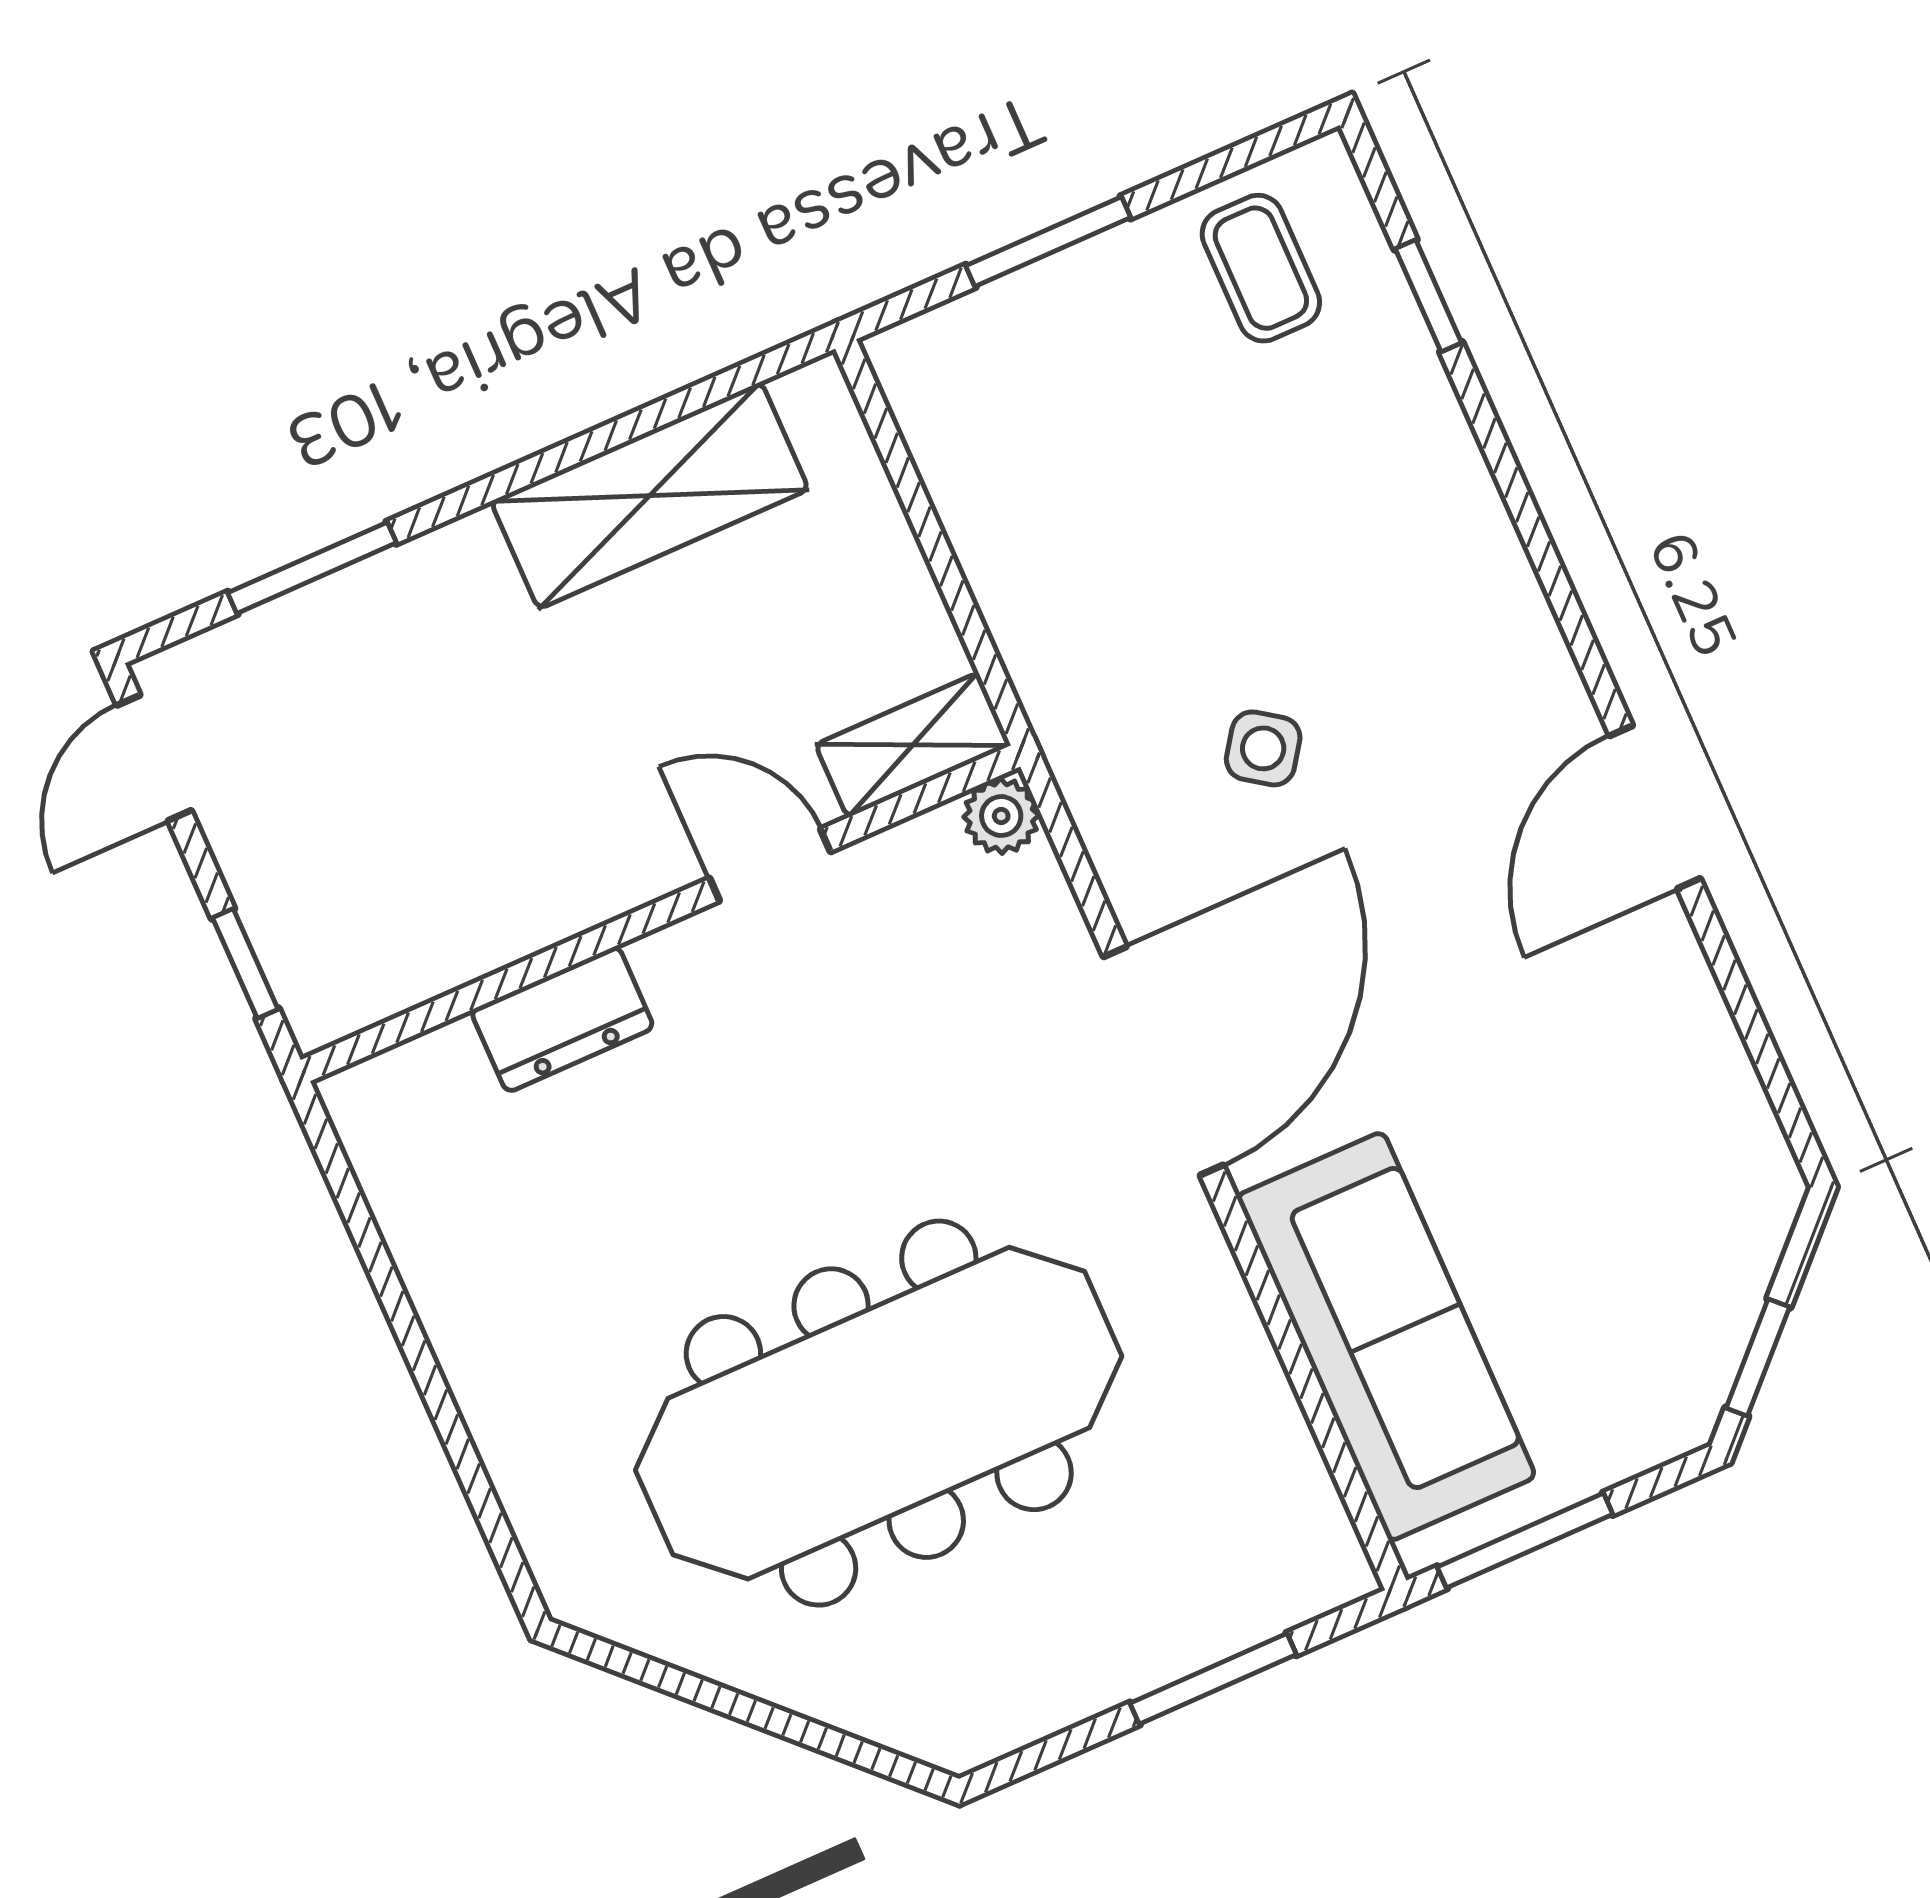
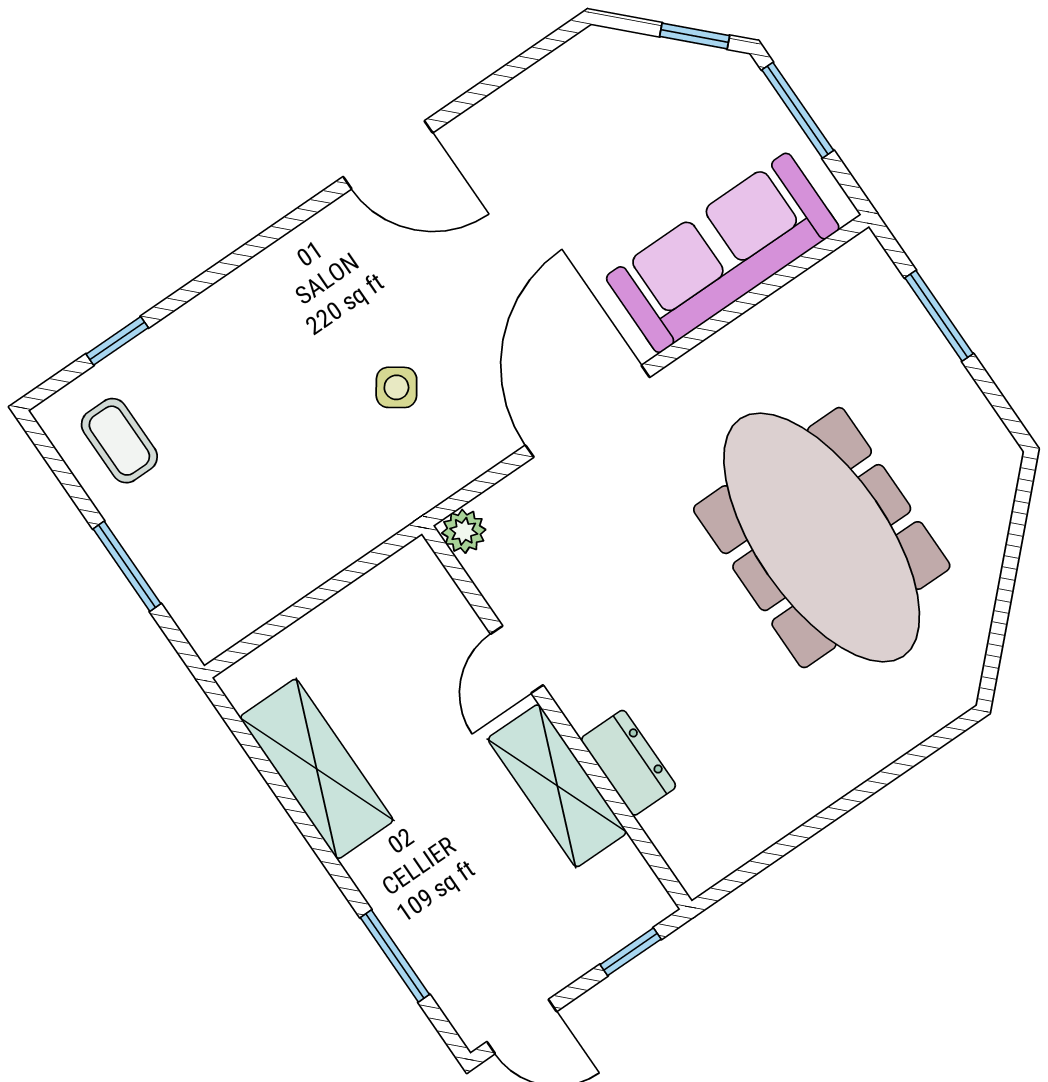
coffee table: (1261, 268) -> (119, 441), turned 90
shelving: (913, 745) -> (557, 786), moved, width x1.50, depth x1.33
door: (1163, 1061) -> (588, 411), hinge flipped
window: (1525, 1541) -> (798, 110), moved

